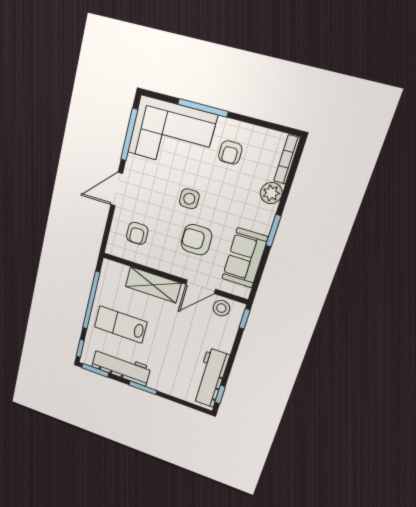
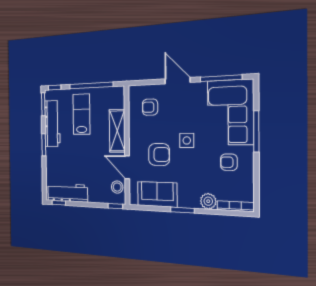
armchair: (196, 240) -> (159, 155), turned 90

